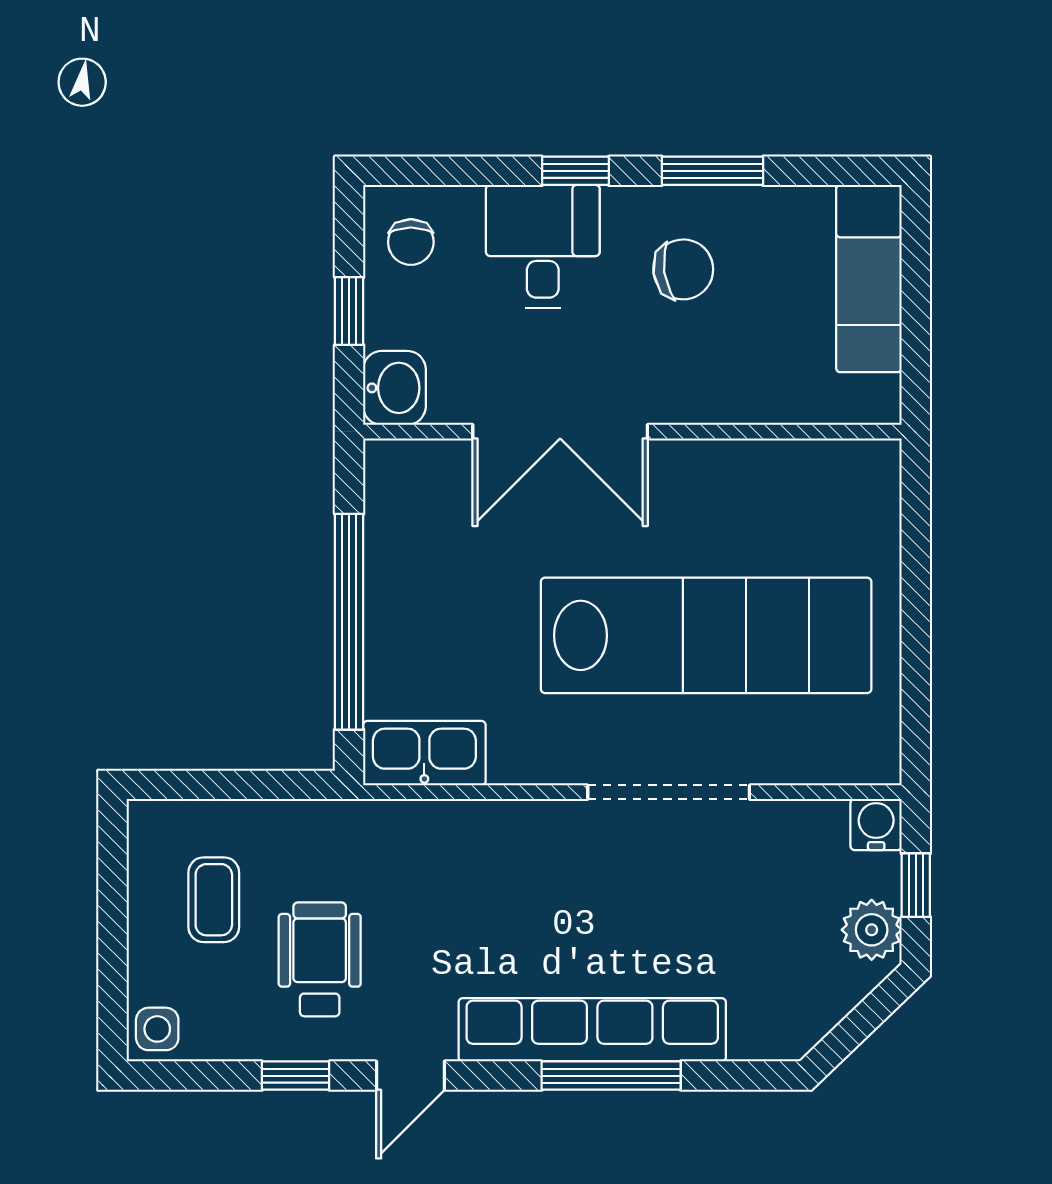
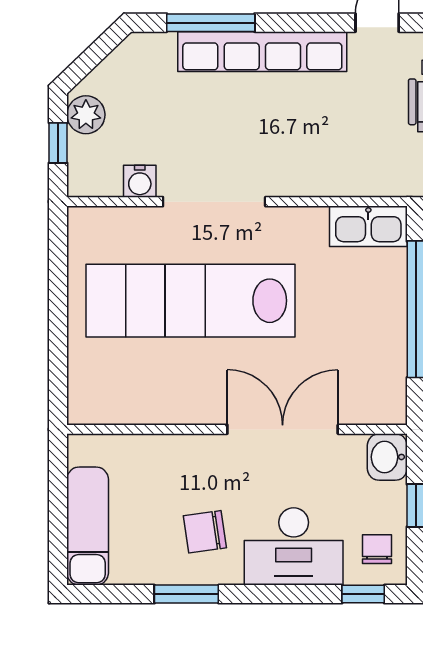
window: (575, 171) -> (363, 594), moved
desk: (543, 246) -> (294, 546), width x1.37
water cooler: (876, 825) -> (140, 181), moved
window: (611, 1076) -> (211, 23), moved

